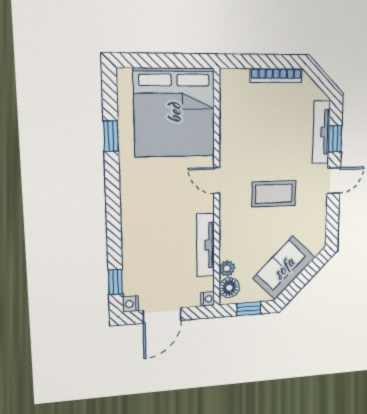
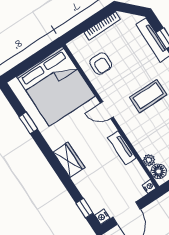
armchair: (245, 120) -> (101, 64), added
wardrobe: (133, 213) -> (69, 160), added
tv unit: (206, 245) -> (122, 148), width x0.71

